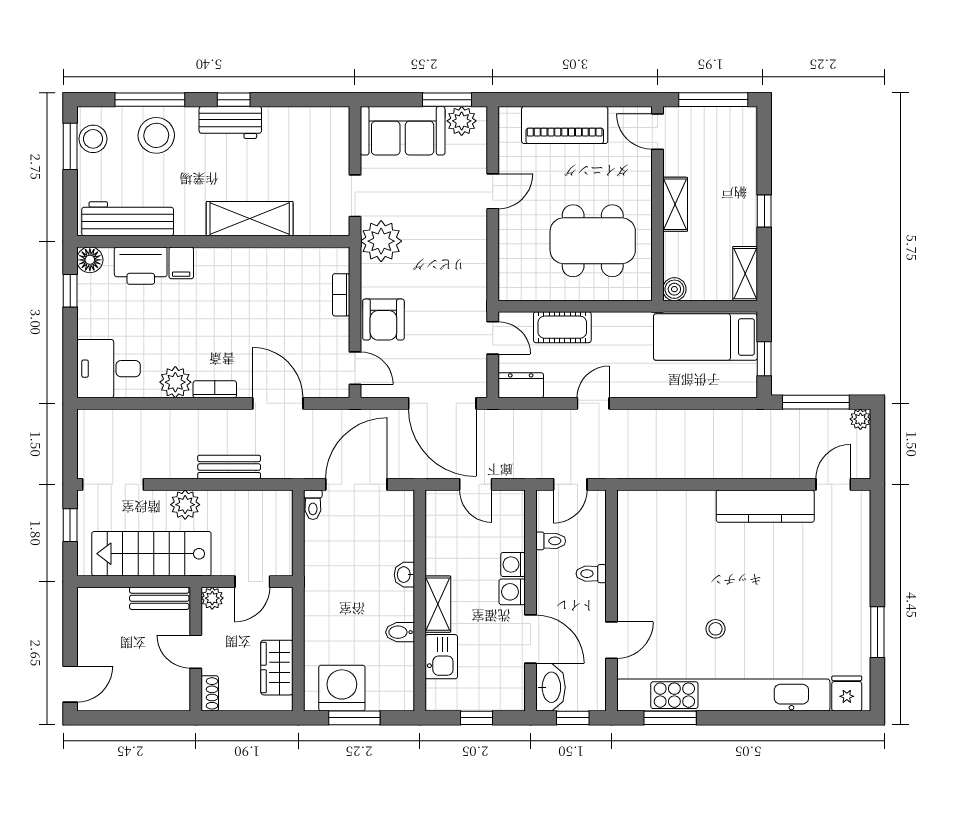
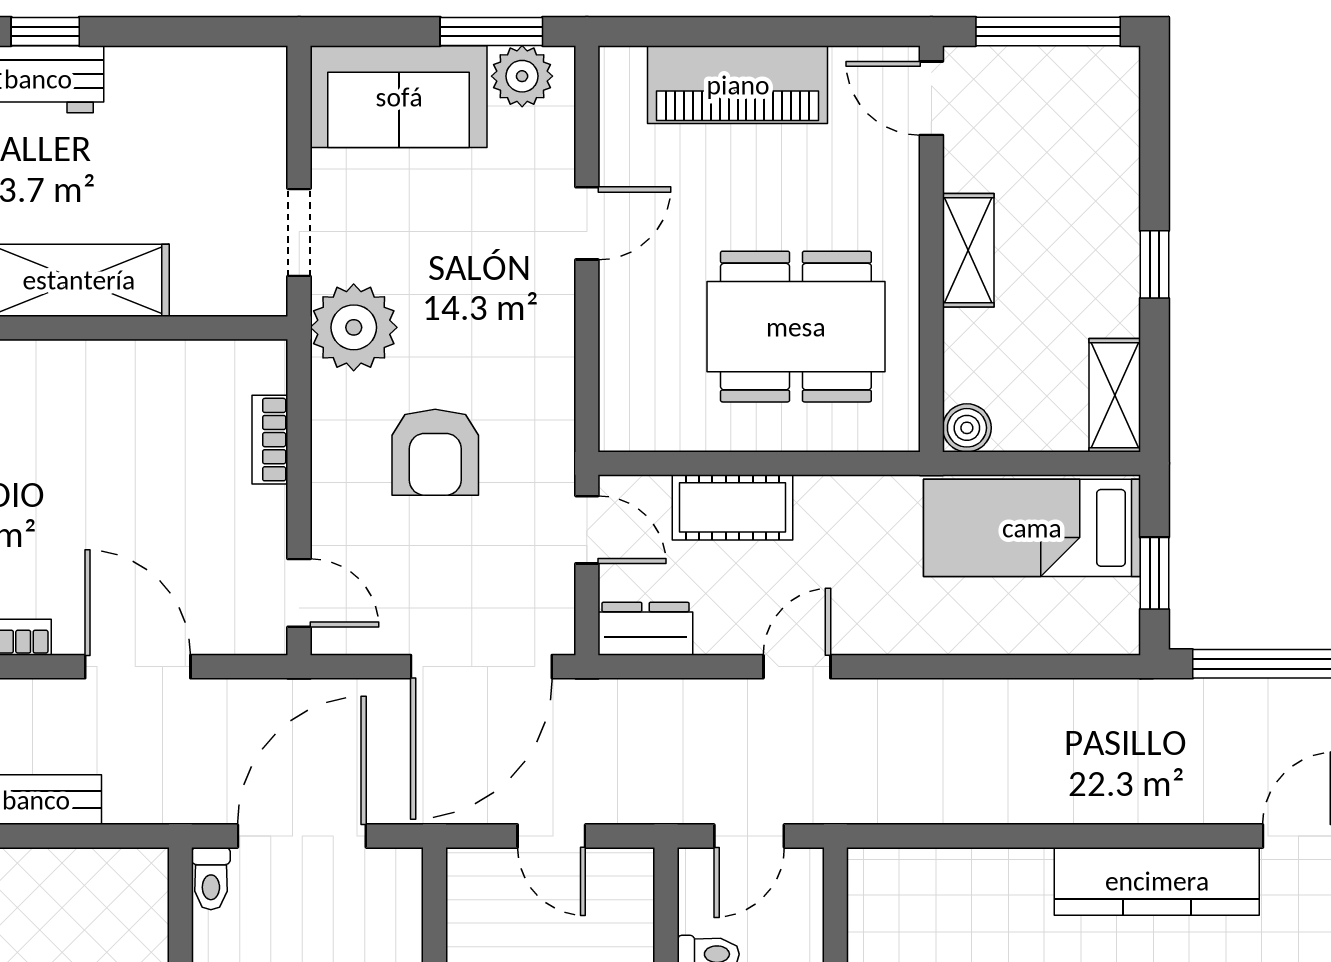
armchair: (383, 320) -> (435, 452), moved
door: (442, 403) -> (481, 667), hinge flipped

